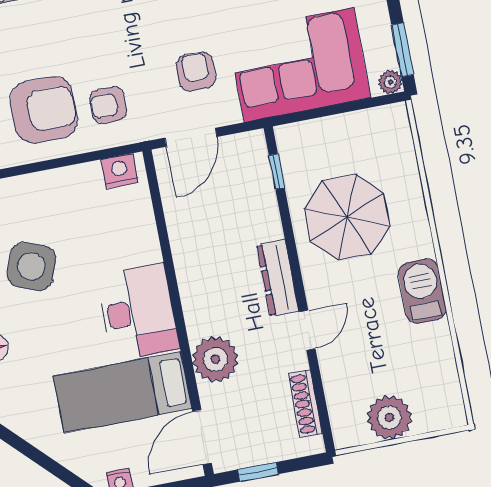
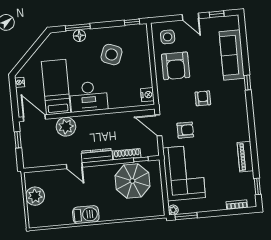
armchair: (108, 105) -> (203, 98), moved
parasol: (347, 217) -> (132, 181), moved
shoe rack: (305, 404) -> (127, 154), moved

